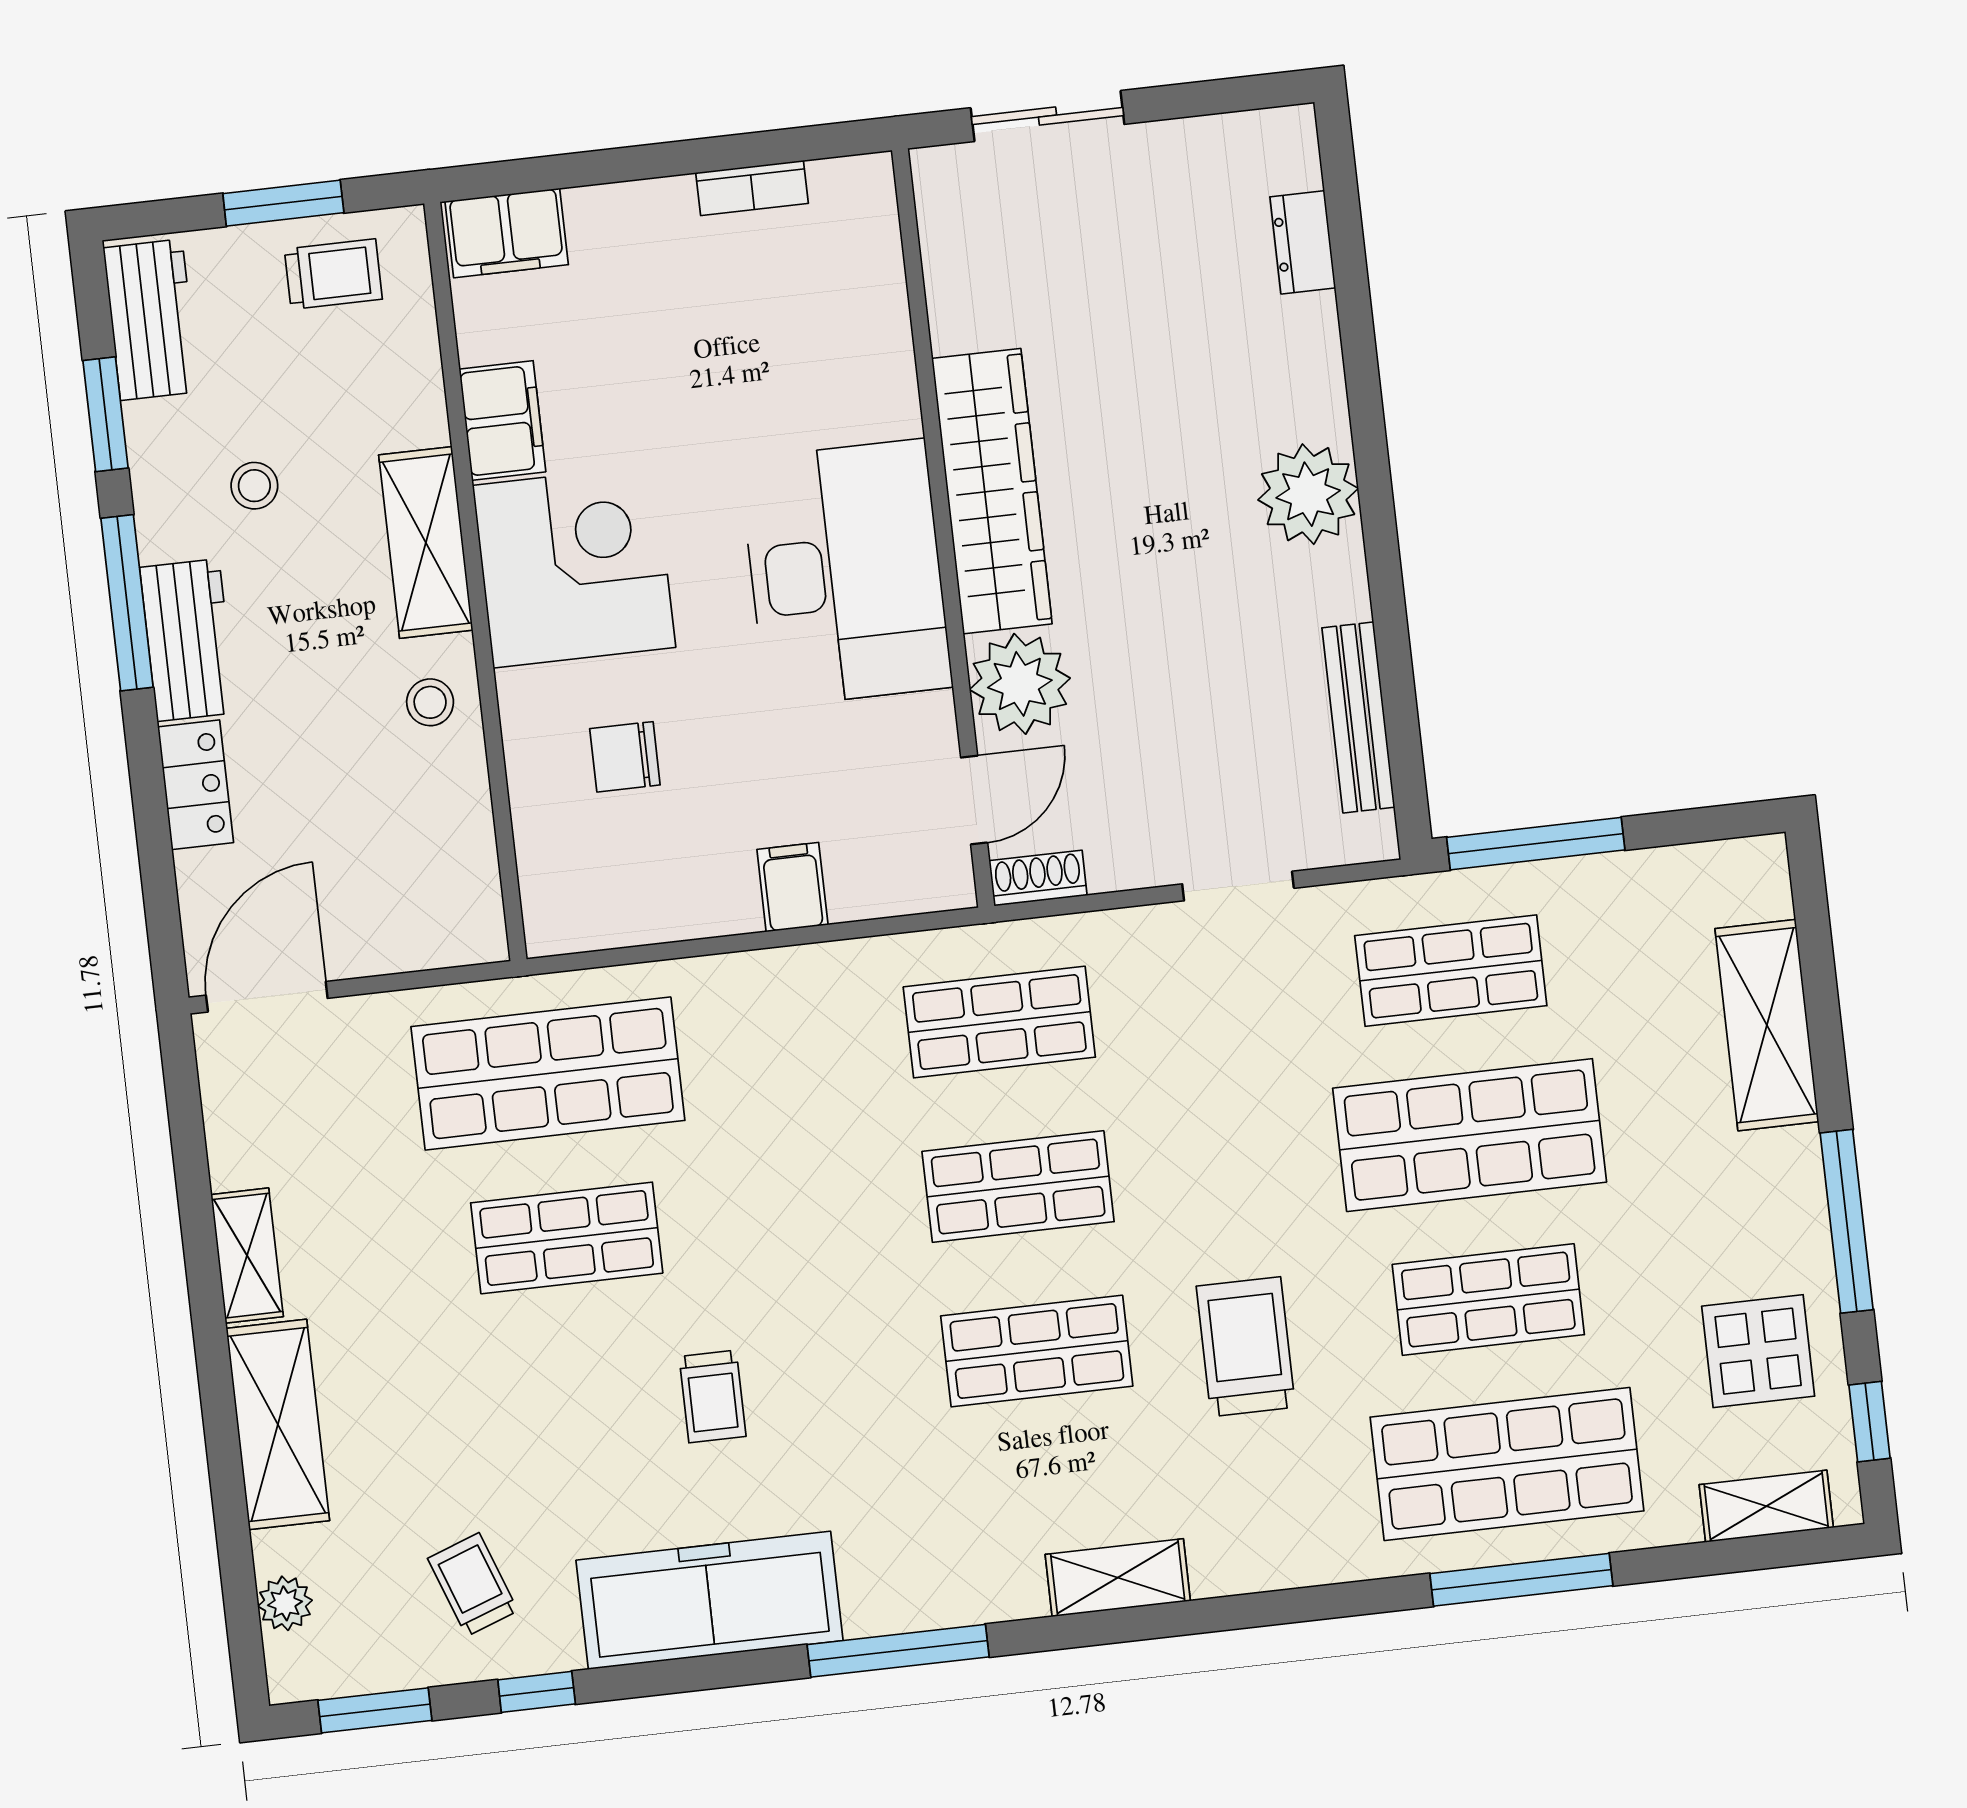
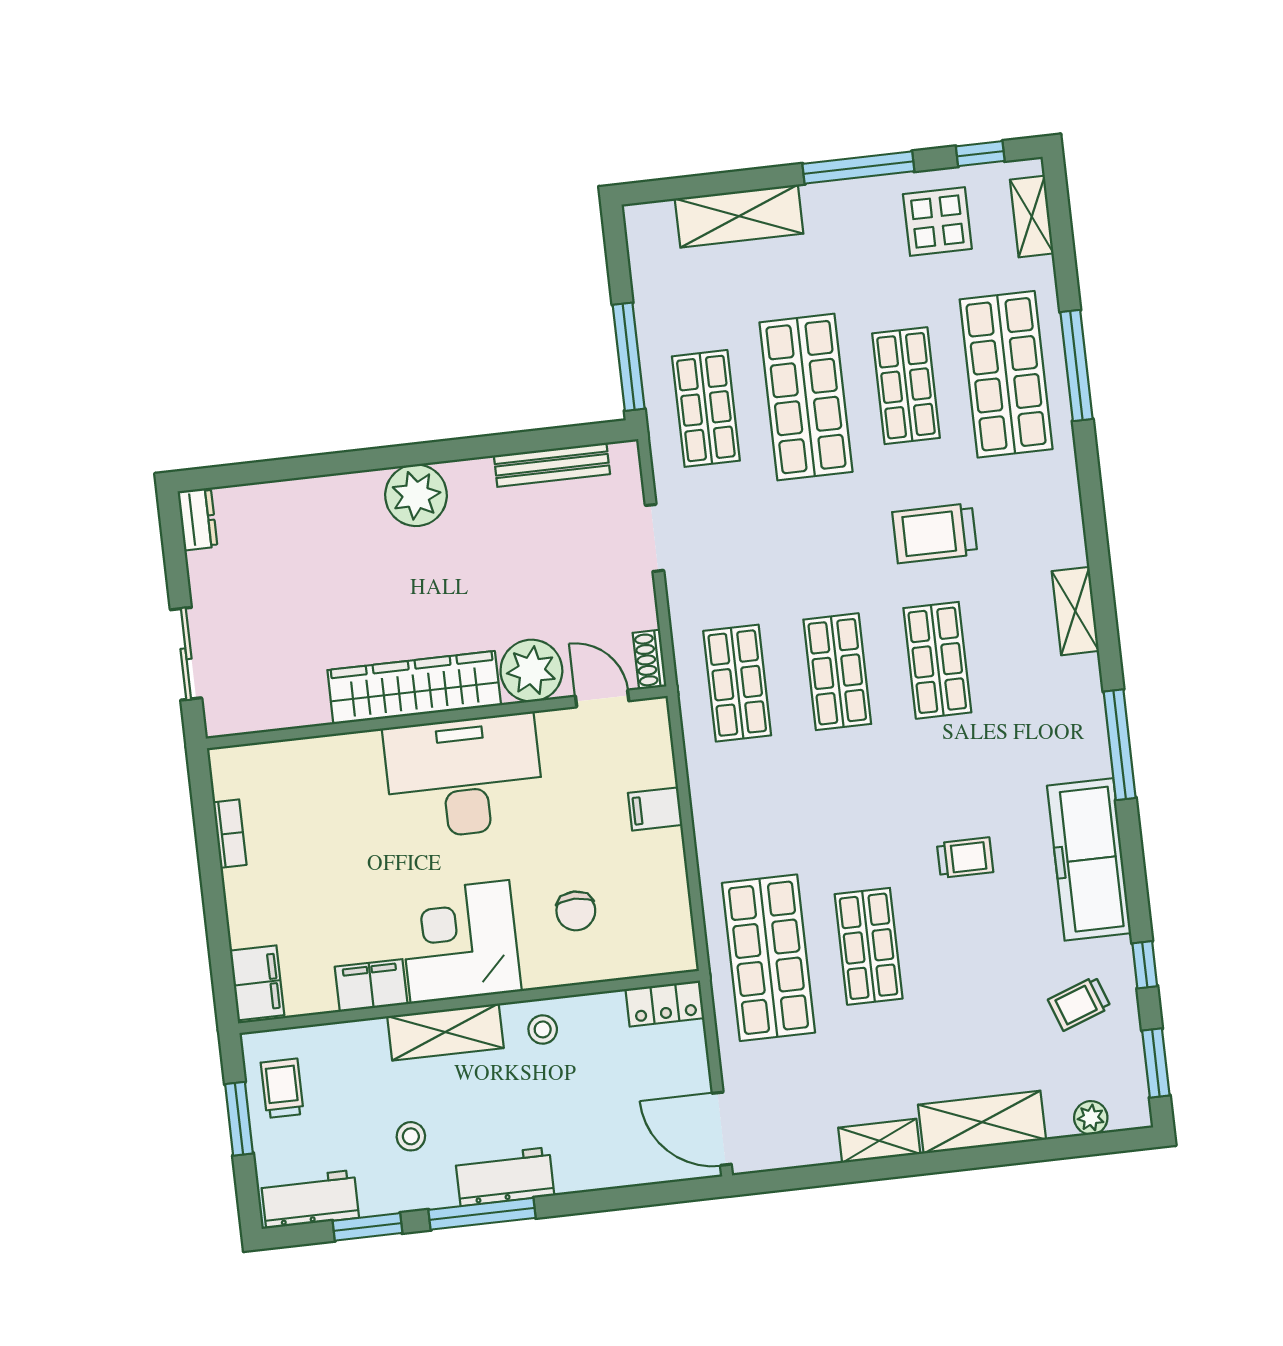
dresser: (1303, 242) -> (198, 519), moved, turned -90
locker: (196, 785) -> (665, 1004), moved, turned 180

